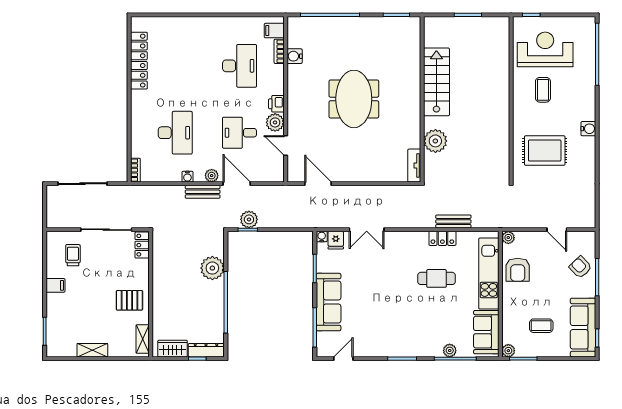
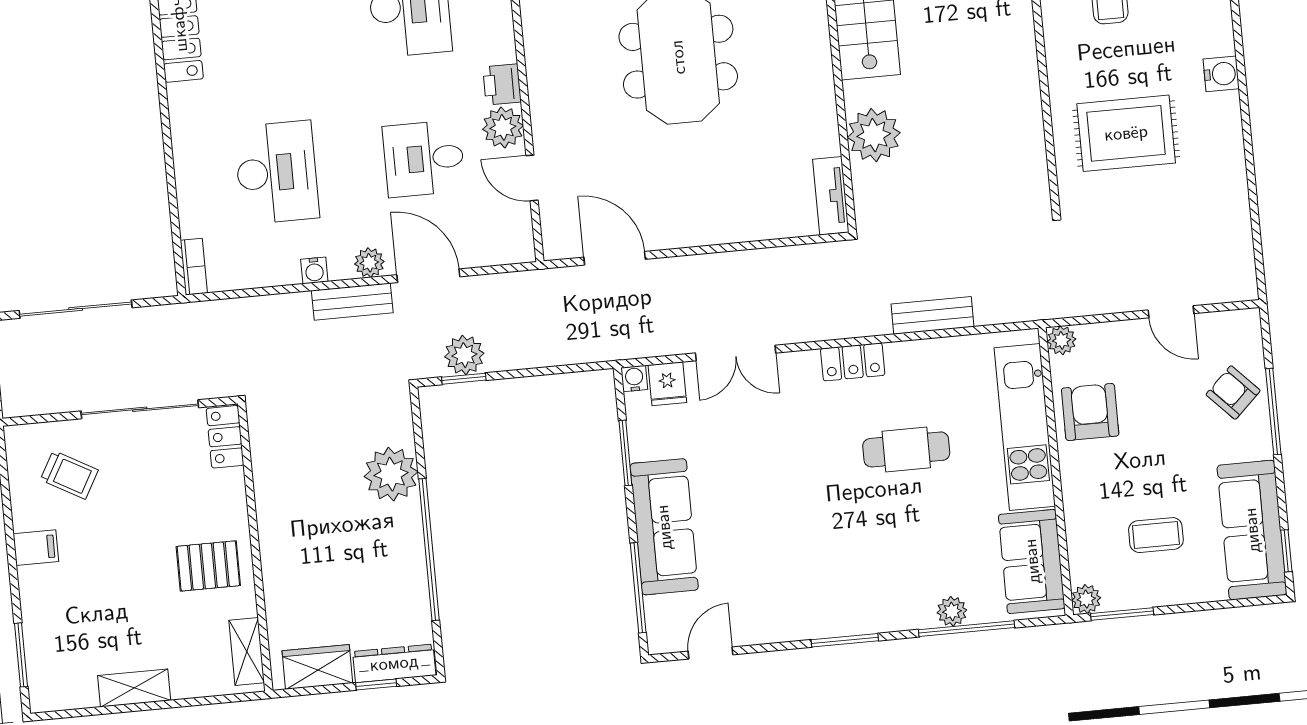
locker: (442, 238) -> (853, 362), moved
trolley: (73, 255) -> (69, 475), turned 119
armchair: (518, 270) -> (1090, 412), turned 180

